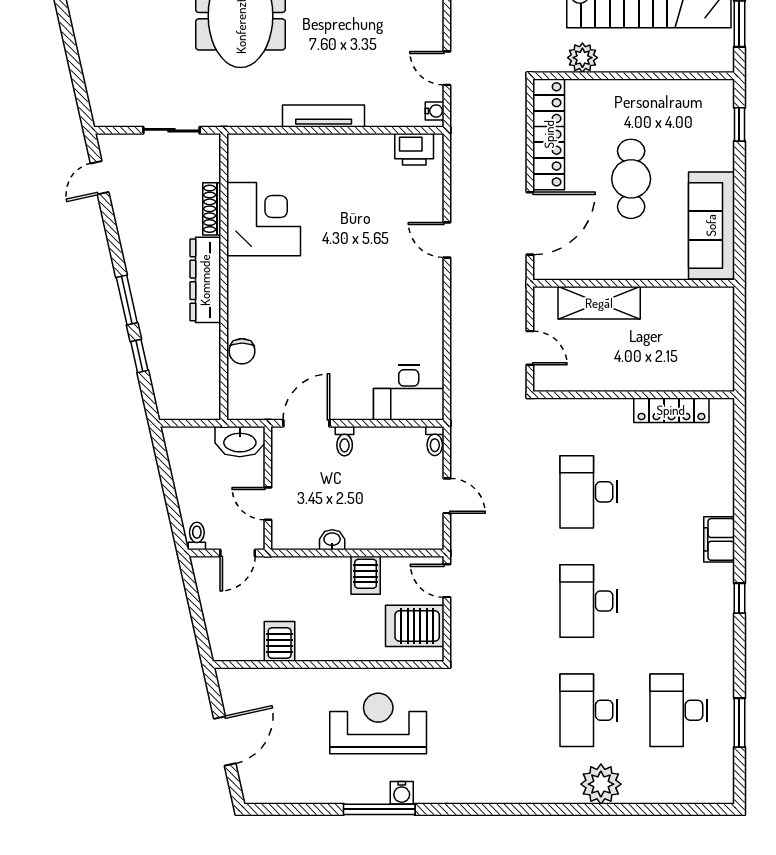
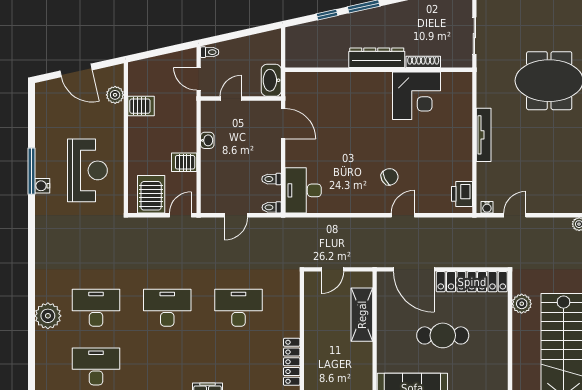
chair: (242, 351) -> (390, 177), moved, turned 153
toilet: (345, 441) -> (272, 179), moved
plant: (262, 681) -> (115, 95), added

